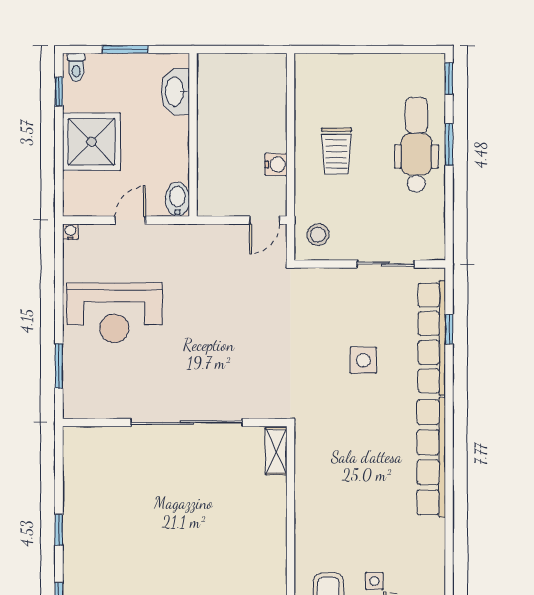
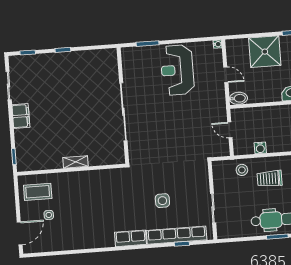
door: (265, 220) -> (230, 130), moved
stool: (318, 235) -> (242, 170), moved
shelving: (276, 451) -> (75, 162), moved
row of seats: (431, 457) -> (131, 238), width x0.50

